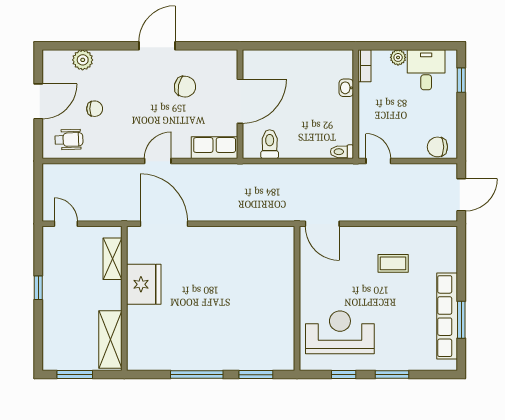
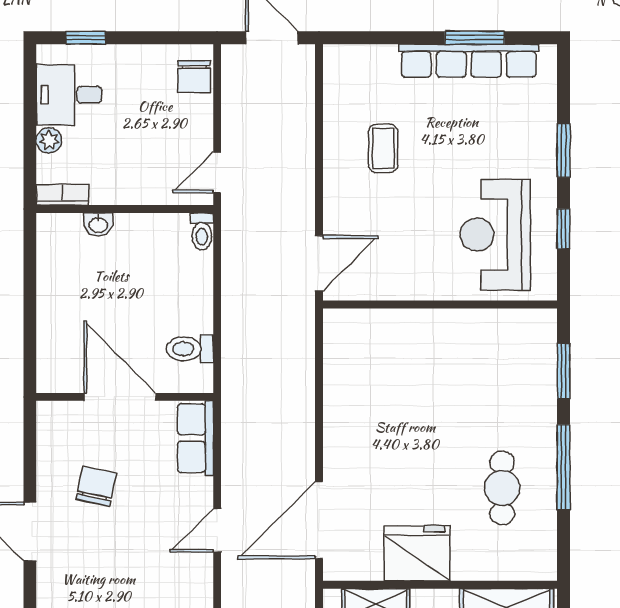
door: (158, 161) -> (217, 530), hinge flipped
cafe table: (184, 337) -> (502, 488), added

